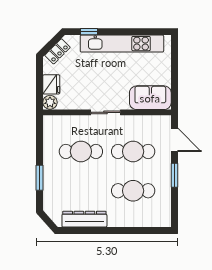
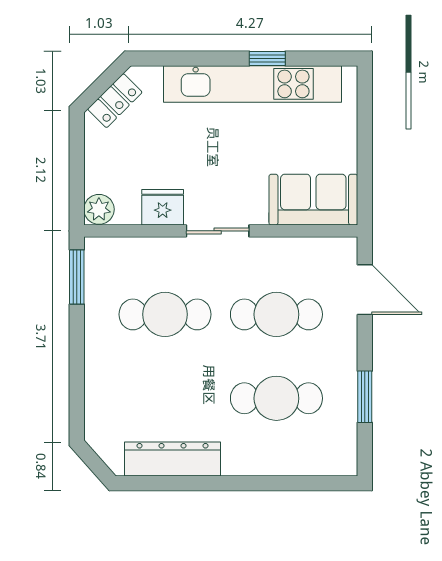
window: (89, 32) -> (267, 58), moved
fridge: (51, 84) -> (163, 207), moved, turned -90
window: (174, 175) -> (365, 397), moved
window: (40, 178) -> (77, 277), moved

